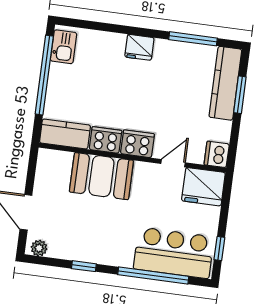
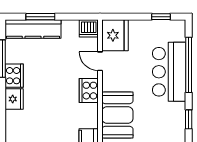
cooker: (106, 140) -> (14, 76), moved, turned 180
bar counter: (174, 253) -> (169, 72), moved

